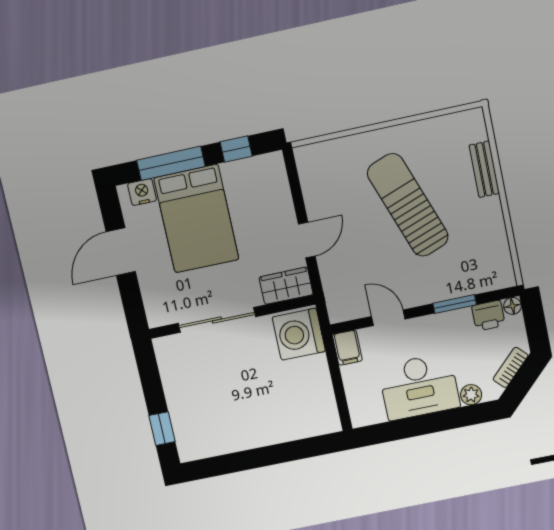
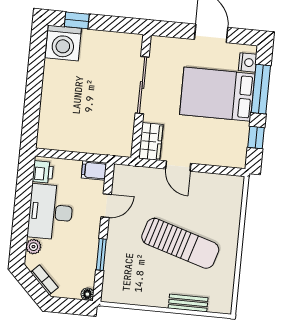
sun lounger: (408, 205) -> (180, 243), turned 37
printer: (488, 316) -> (43, 172), moved, turned 180
washing machine: (299, 334) -> (63, 43), moved, turned 180

